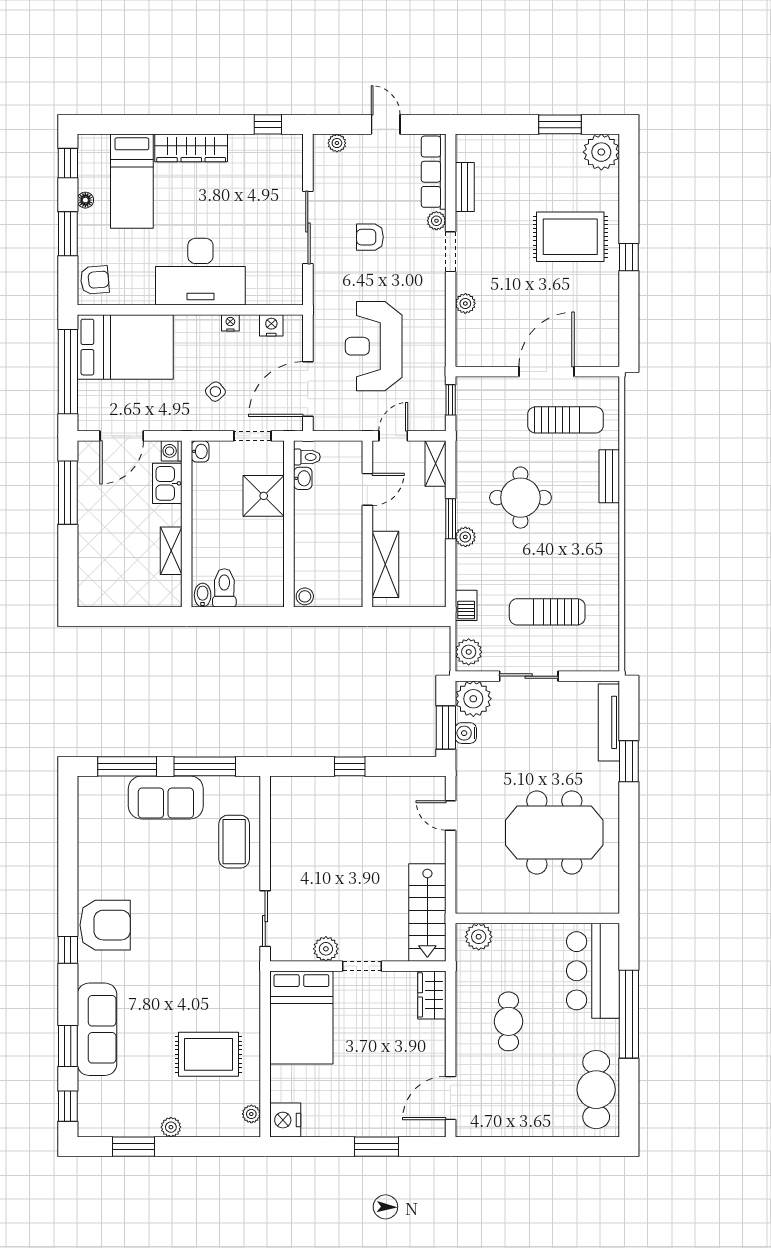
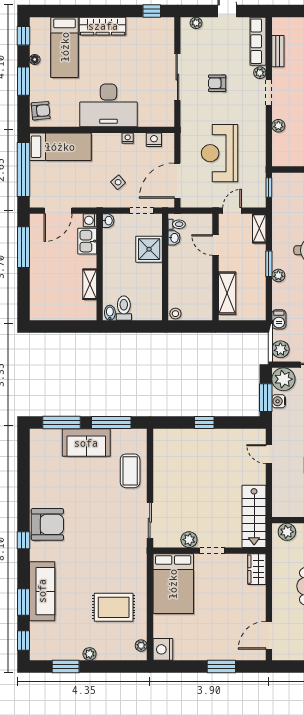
bed: (125, 347) -> (60, 147), width x0.67
door: (367, 489) -> (216, 245), swing flipped

